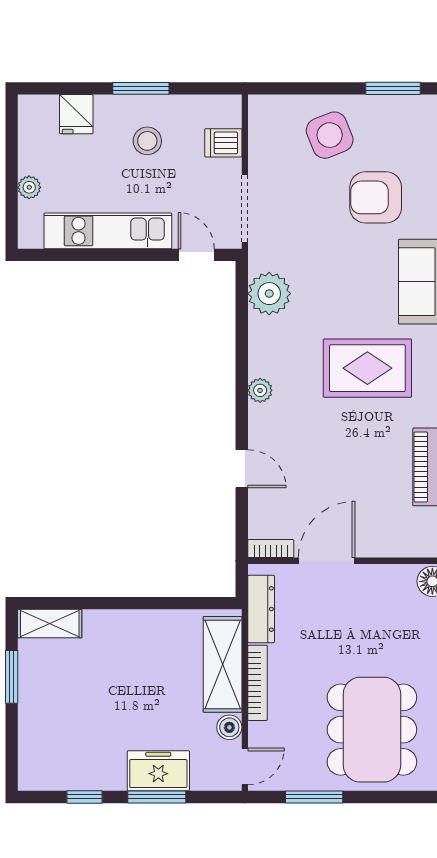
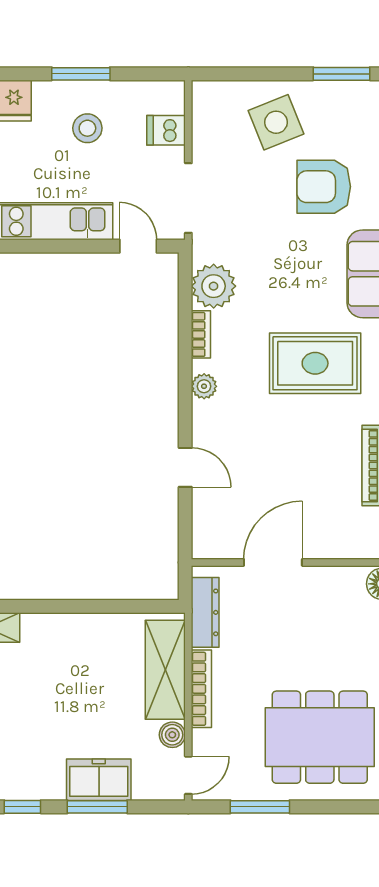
bookcase: (271, 549) -> (201, 334), moved, turned 90
dining table: (372, 730) -> (320, 737), turned 90

